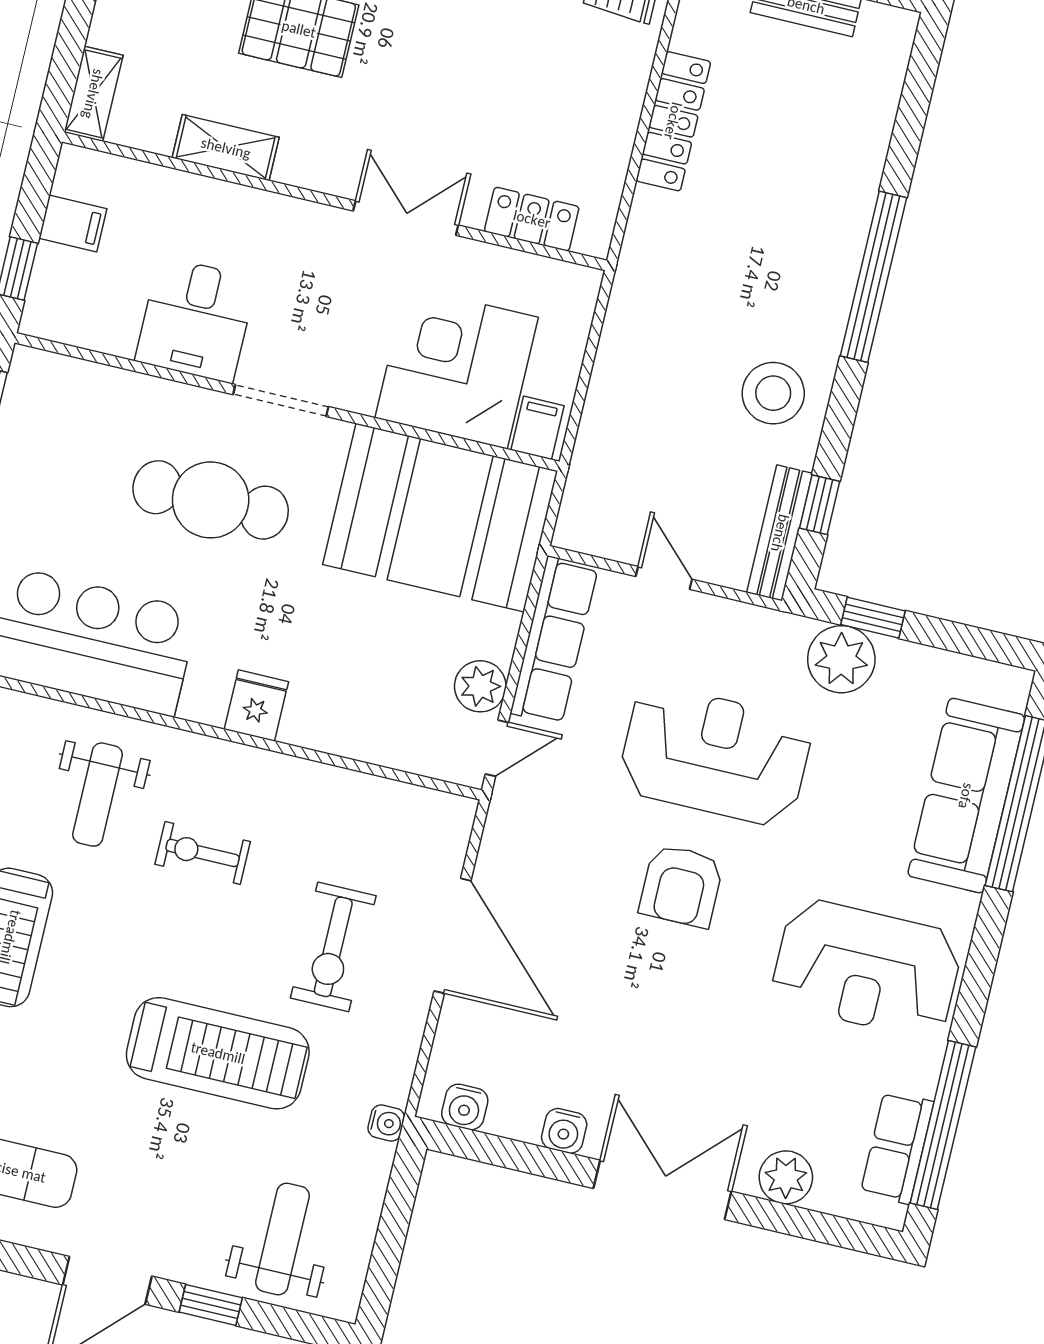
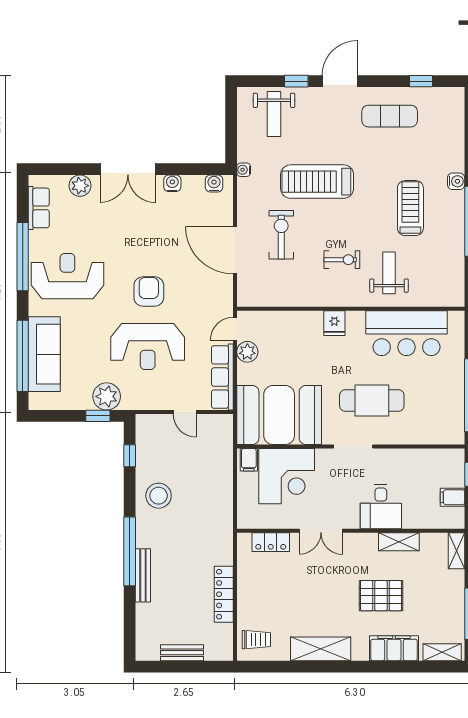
desk: (196, 320) -> (381, 507), moved, turned 180
bench: (780, 533) -> (143, 575), moved
window: (943, 1125) -> (23, 257), moved

